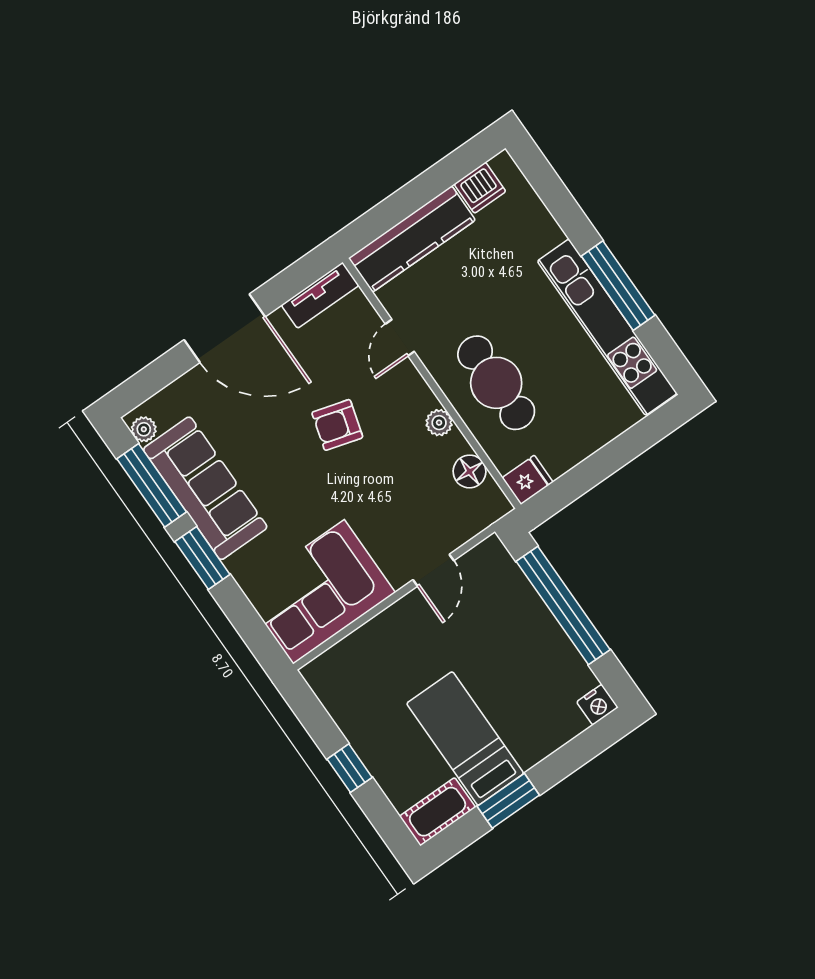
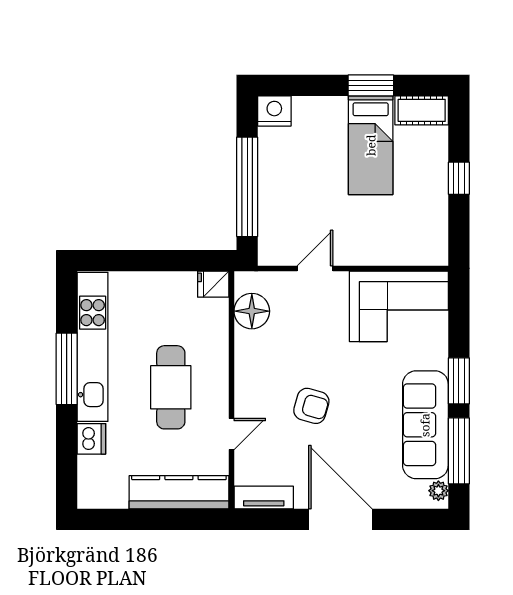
dishwasher: (480, 188) -> (91, 439), moved, turned 90
cafe table: (496, 383) -> (171, 387), moved
plant: (439, 423) -> (244, 361), removed
floor lamp: (470, 471) -> (252, 311), width x1.38, depth x1.38
nightstand: (597, 705) -> (274, 111), width x1.36, depth x1.33

